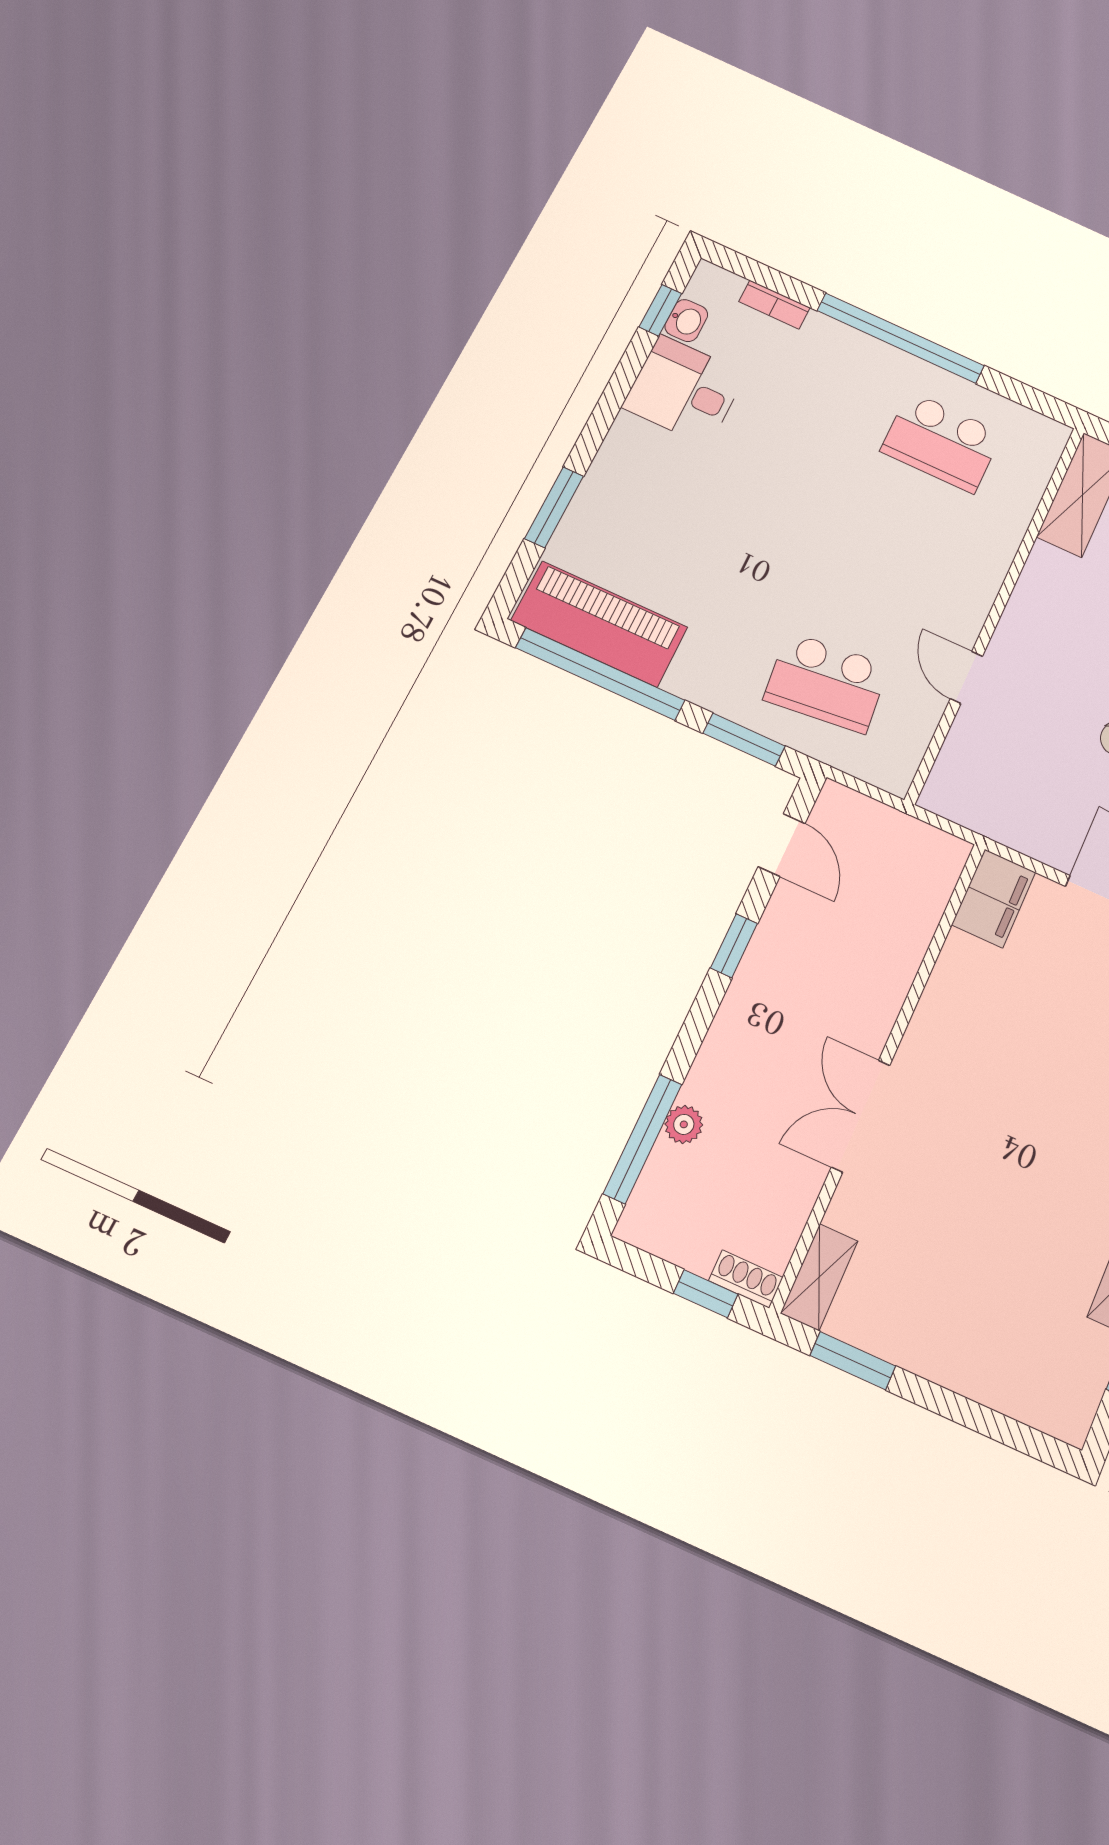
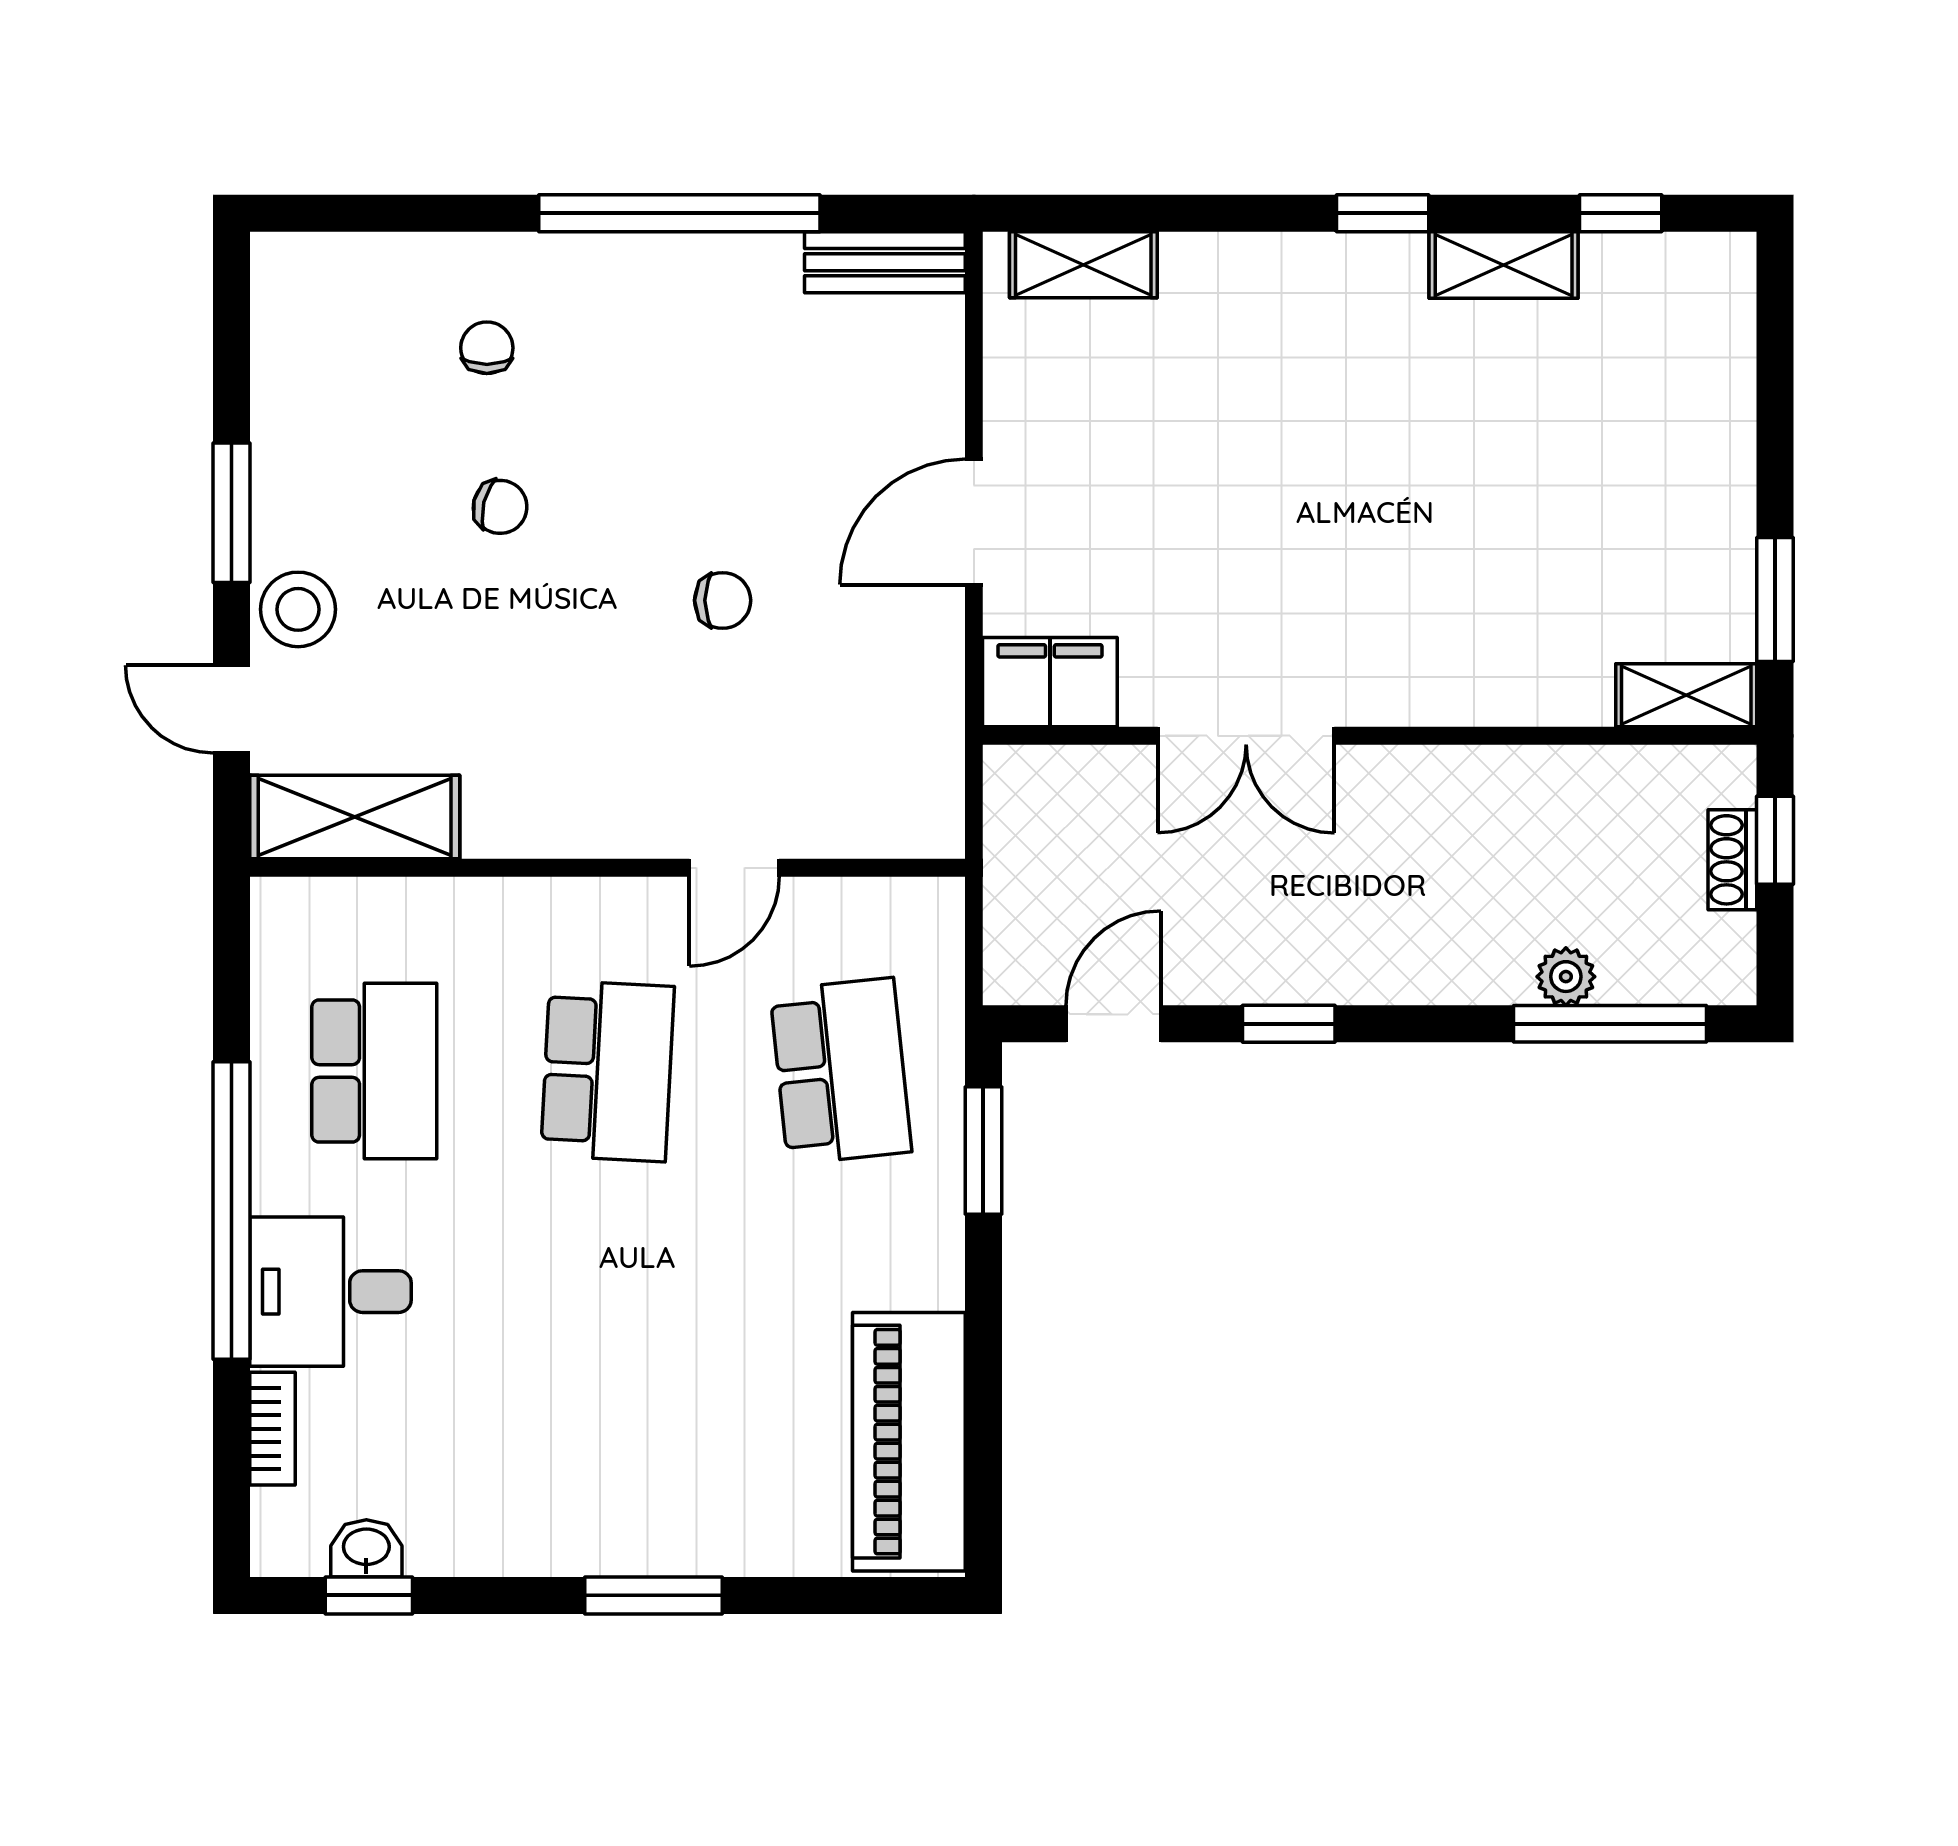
desk: (684, 390) -> (330, 1292), moved, turned 90
window: (554, 507) -> (654, 1595), moved
school desk: (885, 560) -> (608, 1071), added
window: (600, 674) -> (983, 1403), removed
double door: (861, 1116) -> (1246, 736), moved
shoe rack: (746, 1279) -> (1732, 860), moved

